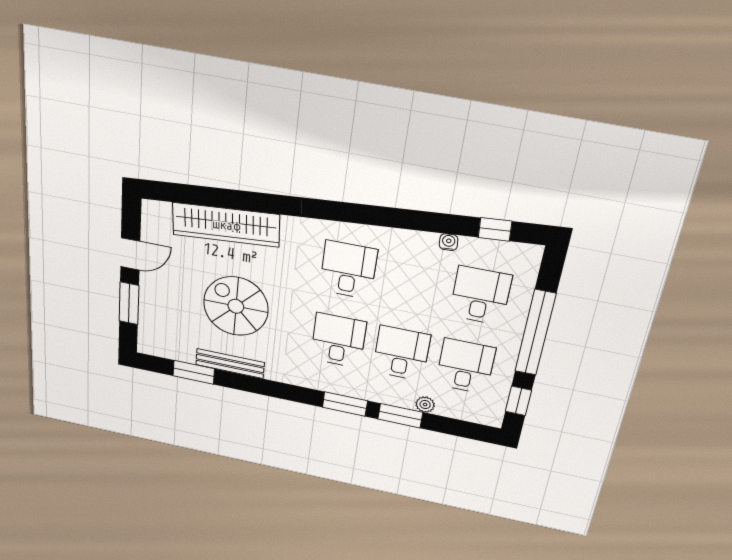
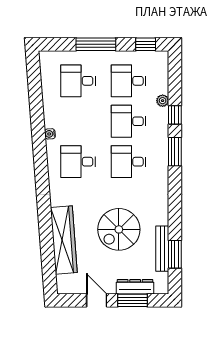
window: (495, 229) -> (34, 81), removed
water cooler: (449, 242) -> (50, 134), moved
dresser: (149, 311) -> (135, 287), added
window: (535, 333) -> (96, 44), width x0.68
bench: (230, 363) -> (162, 249), moved
window: (400, 416) -> (175, 115), width x0.67

